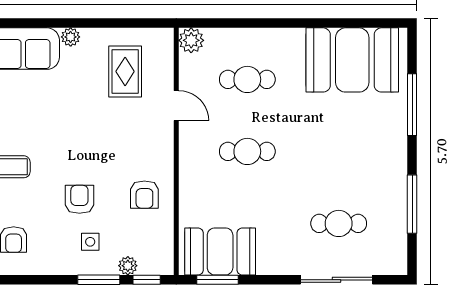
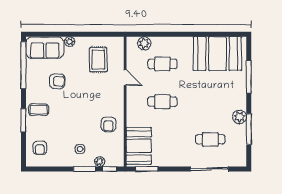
plant: (191, 40) -> (144, 43), moved
plant: (394, 181) -> (239, 117), added
armchair: (79, 199) -> (57, 81), moved, turned 92
booth: (220, 251) -> (139, 146), moved, turned 90

